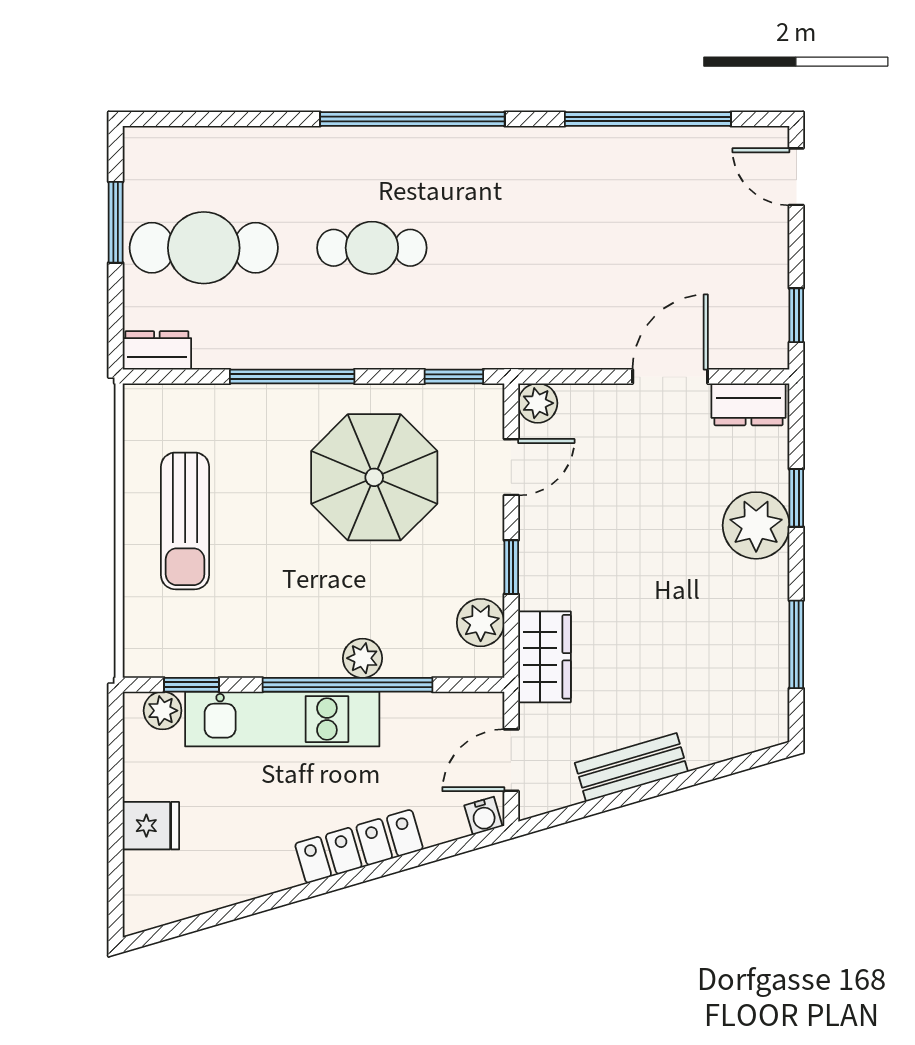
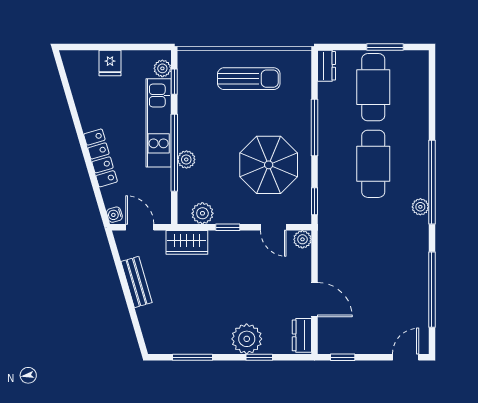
plant: (466, 144) -> (420, 207), added
cafe table: (372, 248) -> (373, 164), width x1.37, depth x1.35
sun lounger: (185, 521) -> (249, 79), turned 180

